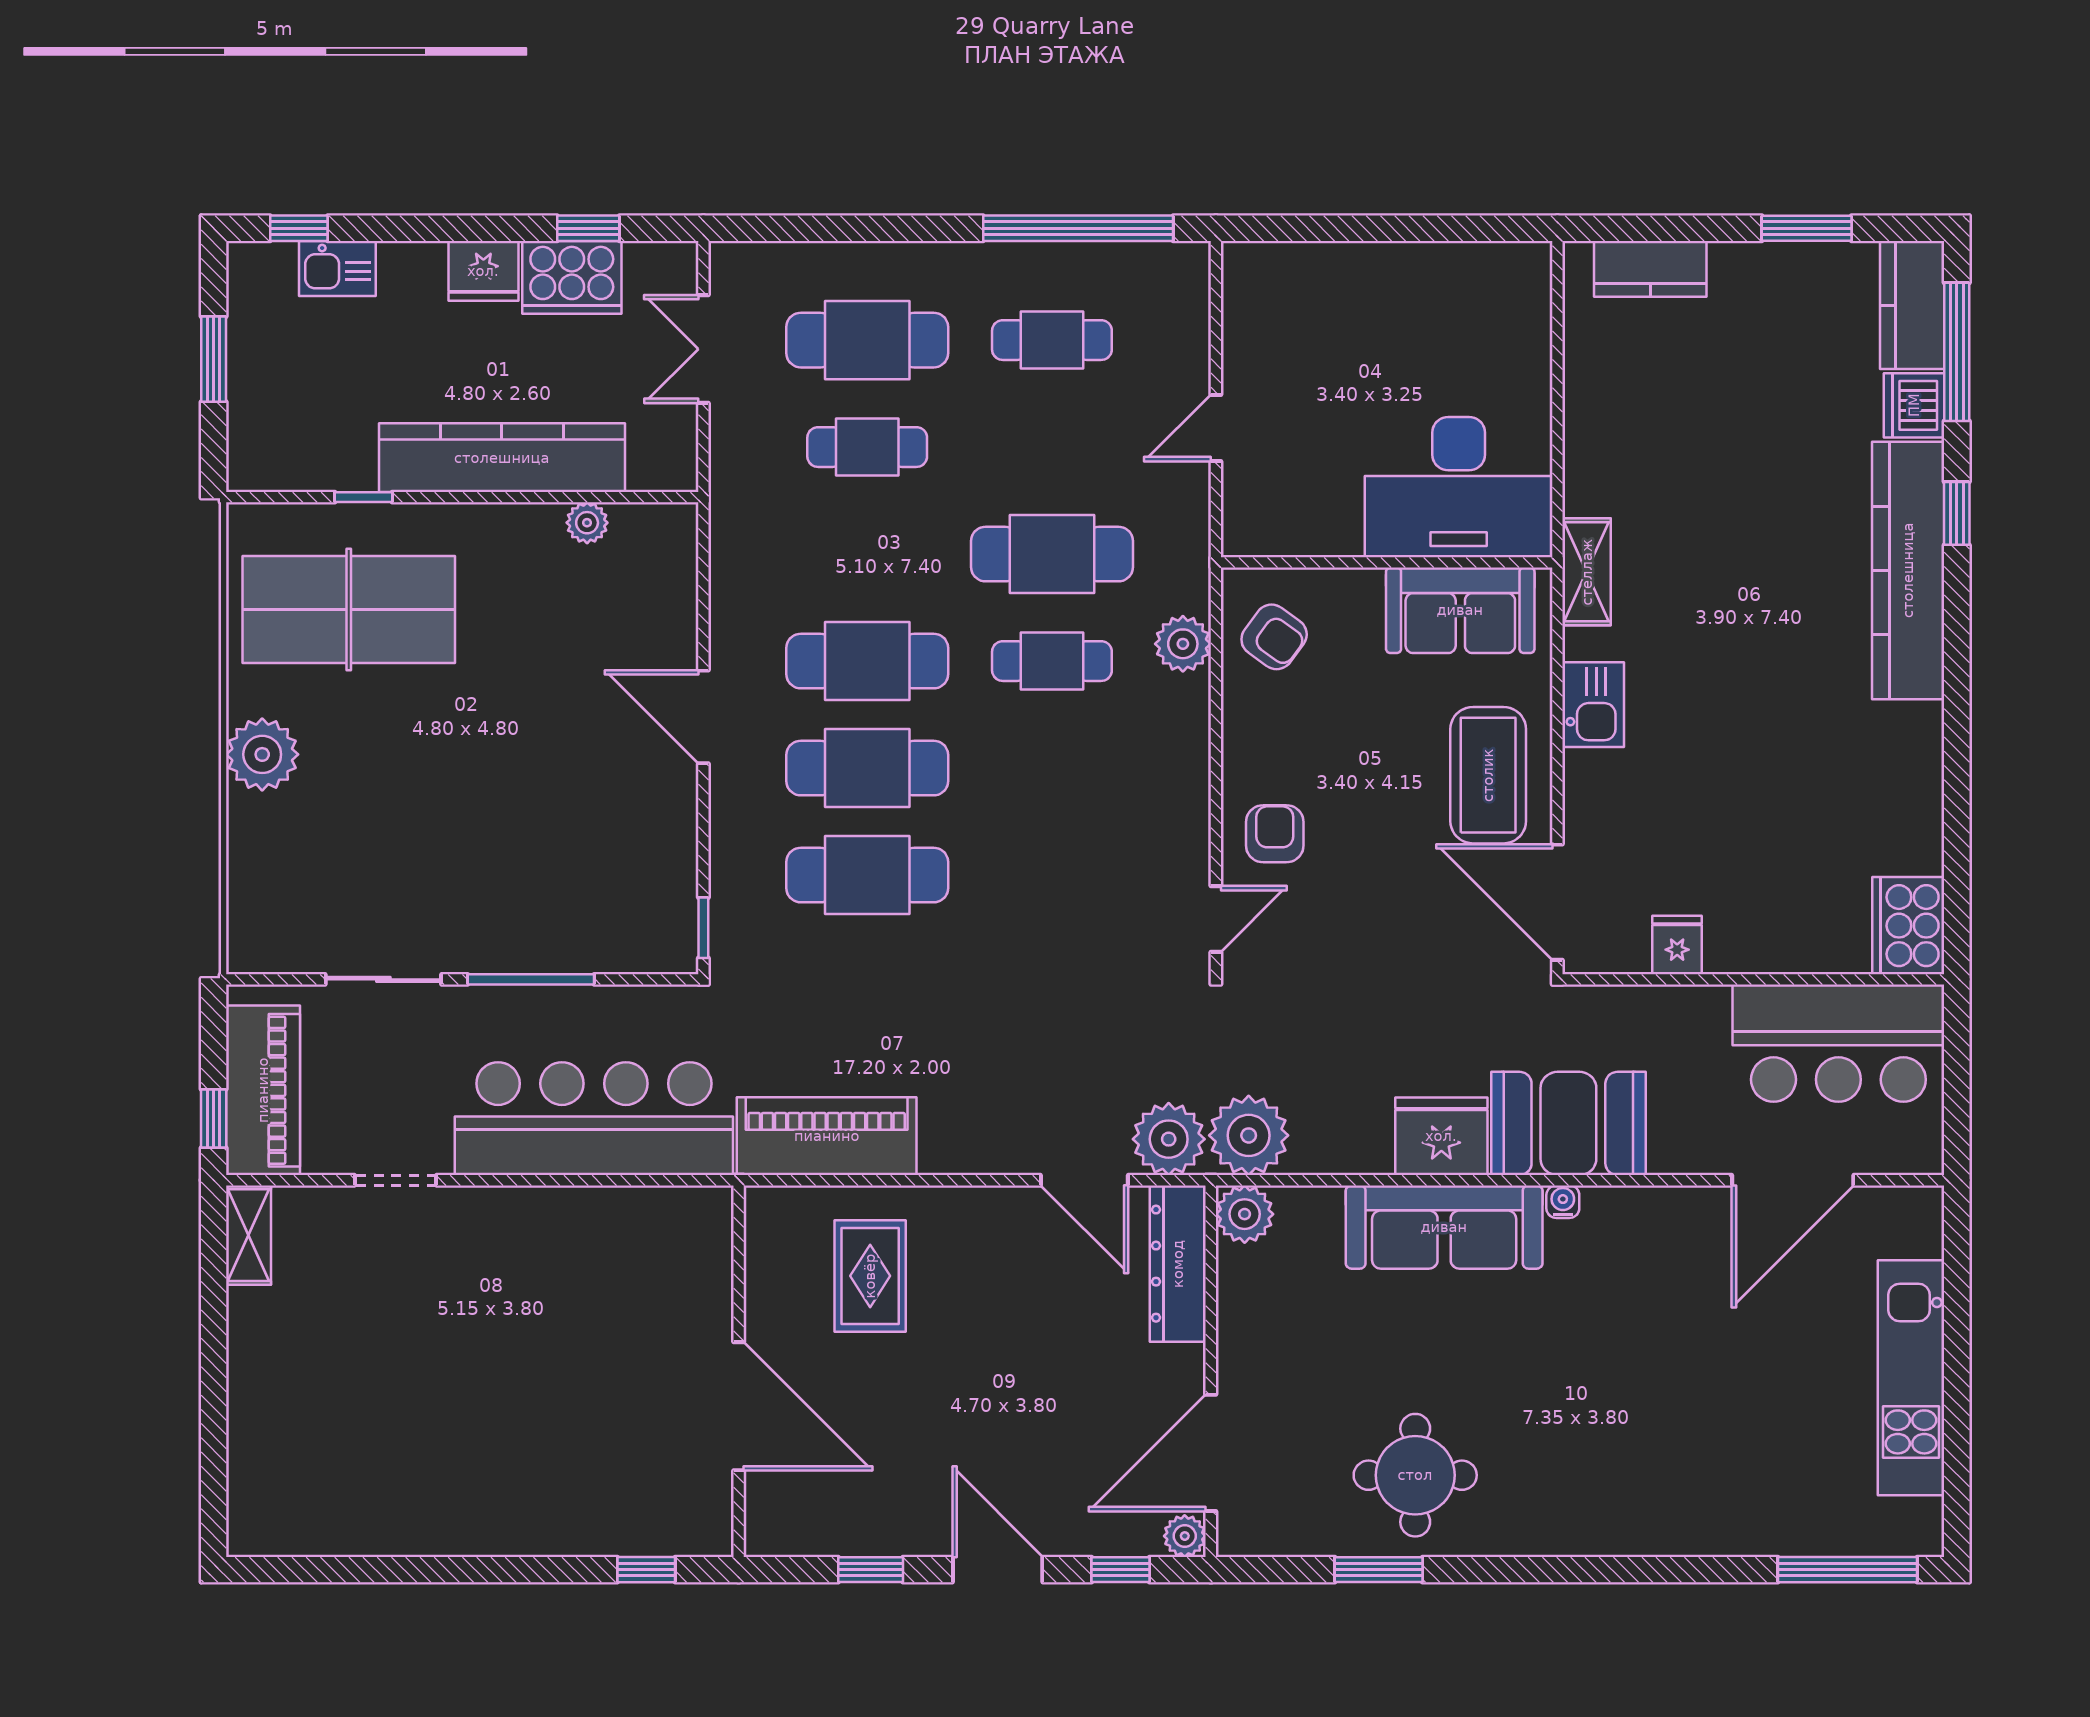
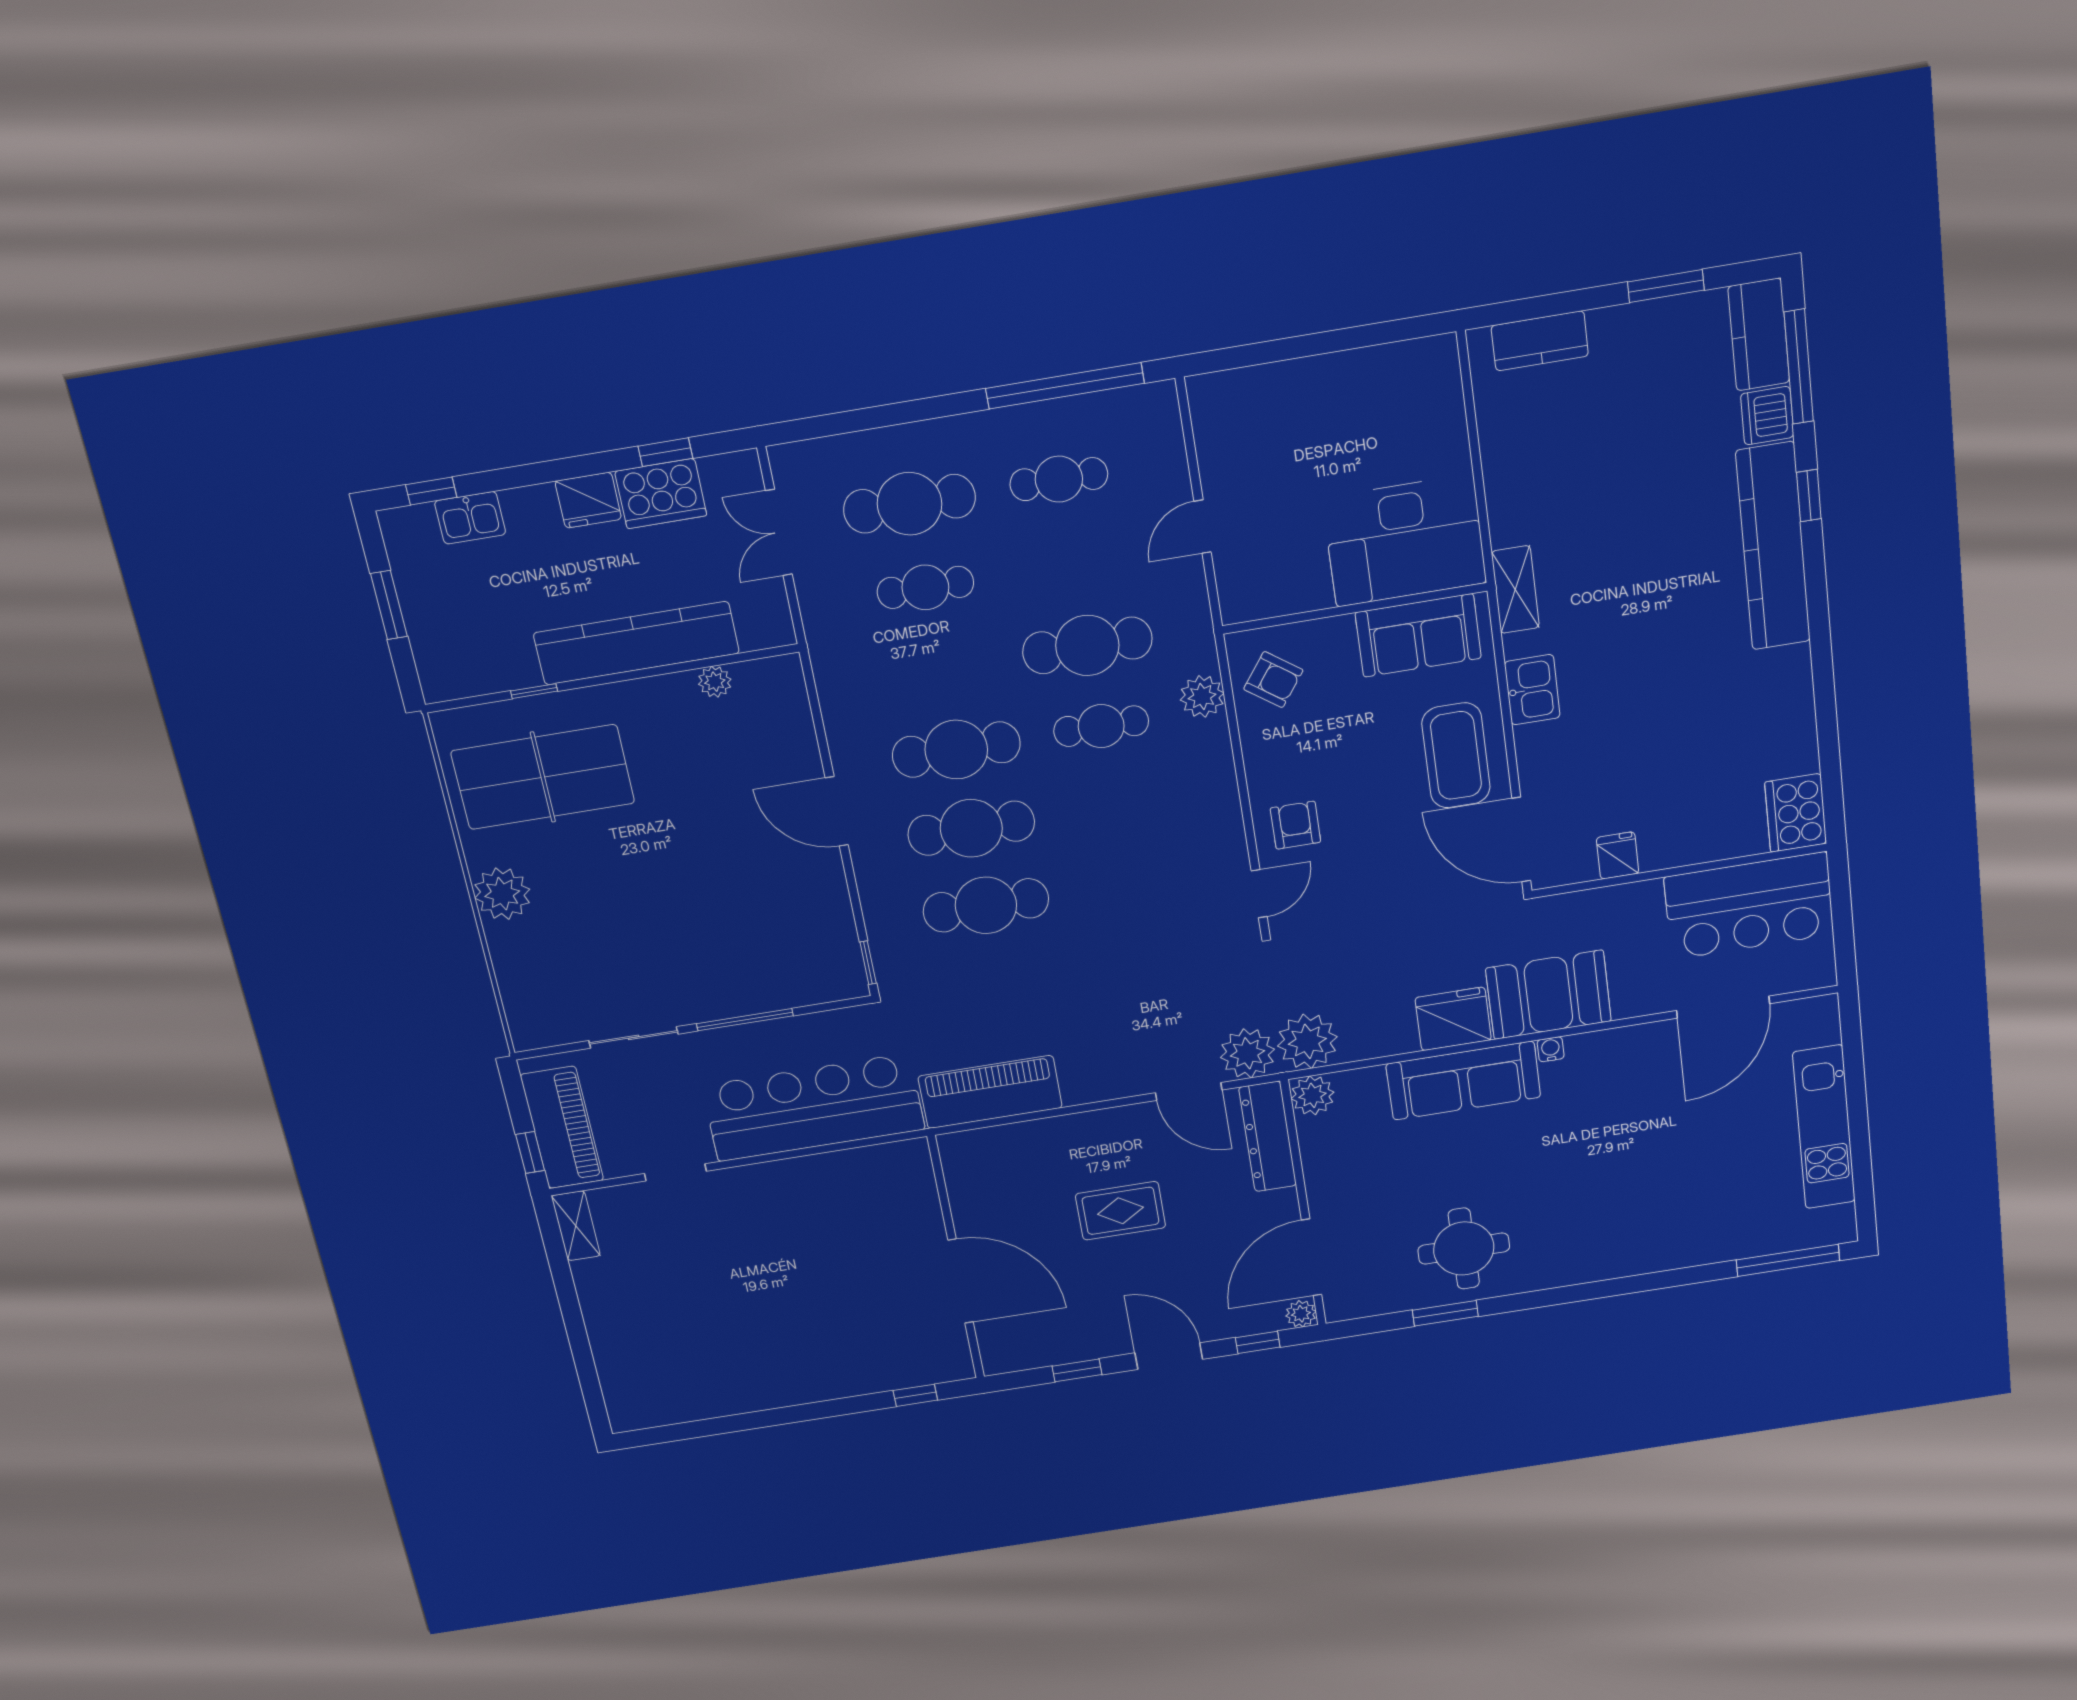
rug: (870, 1276) -> (1121, 1211), moved, turned 90

